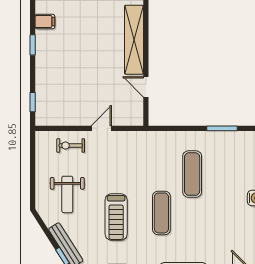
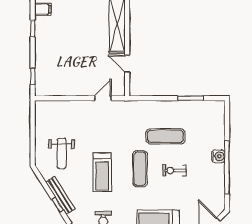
door: (101, 128) -> (103, 98), moved
exercise bike: (71, 145) -> (174, 170), moved
exercise mat: (192, 174) -> (166, 136), turned 90

